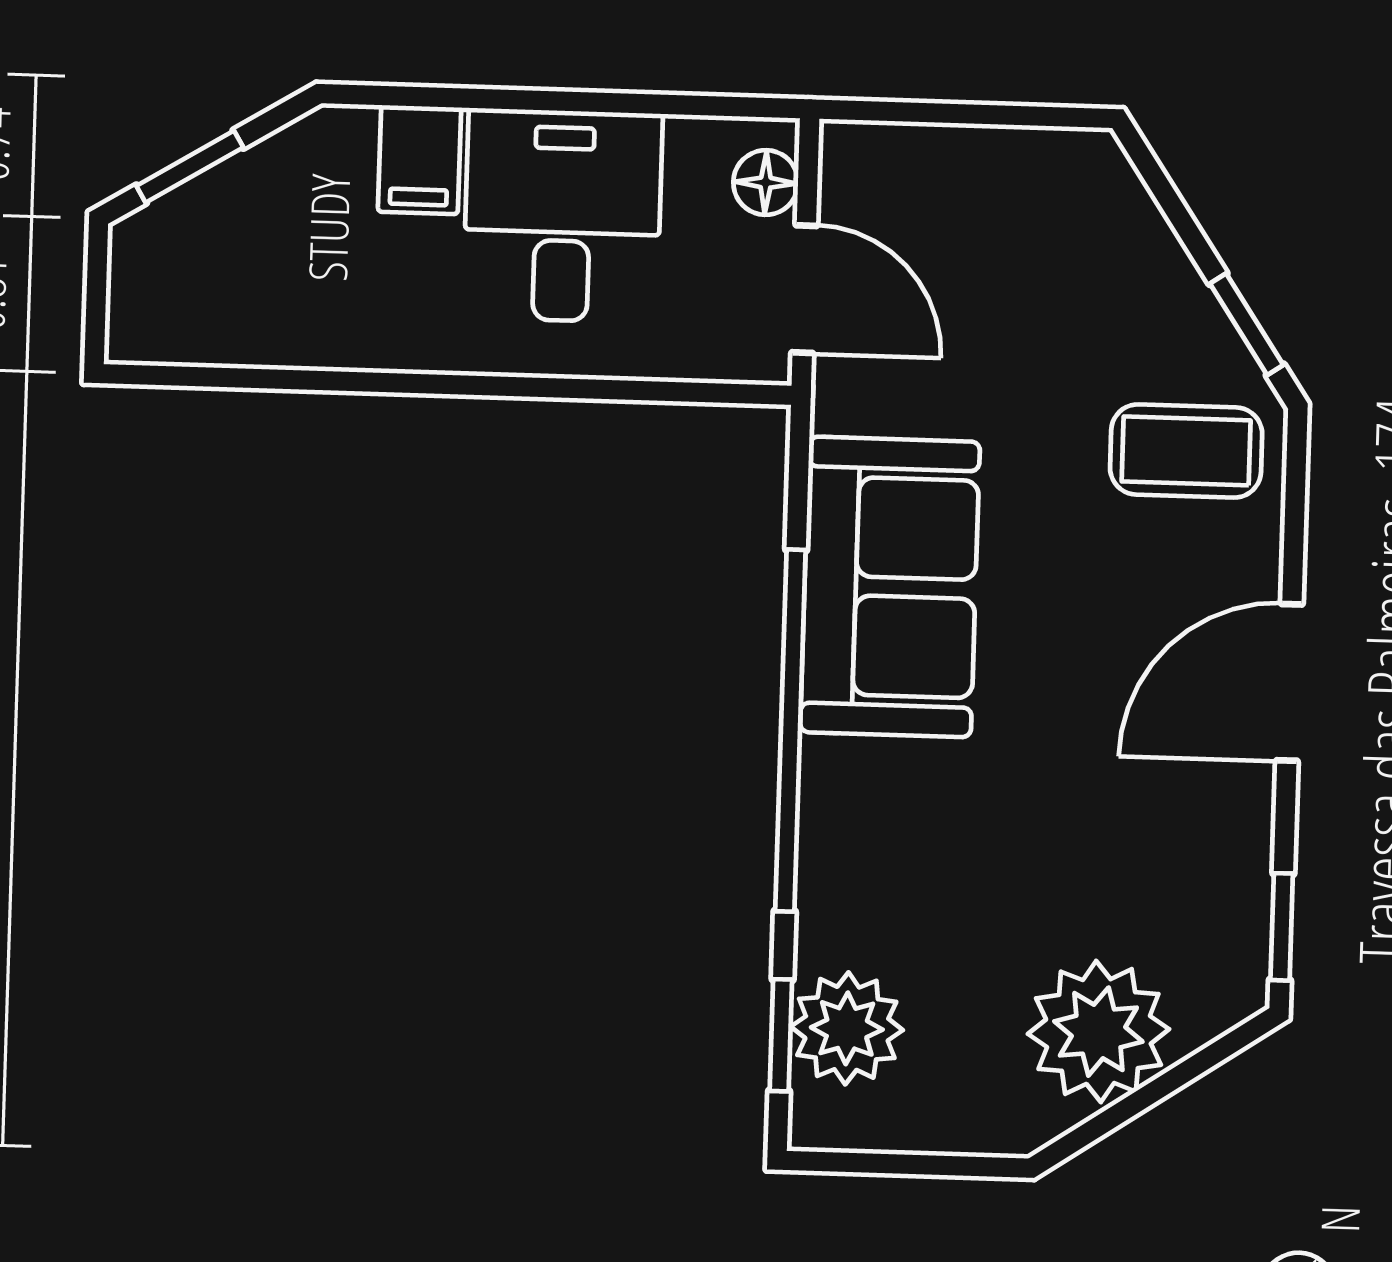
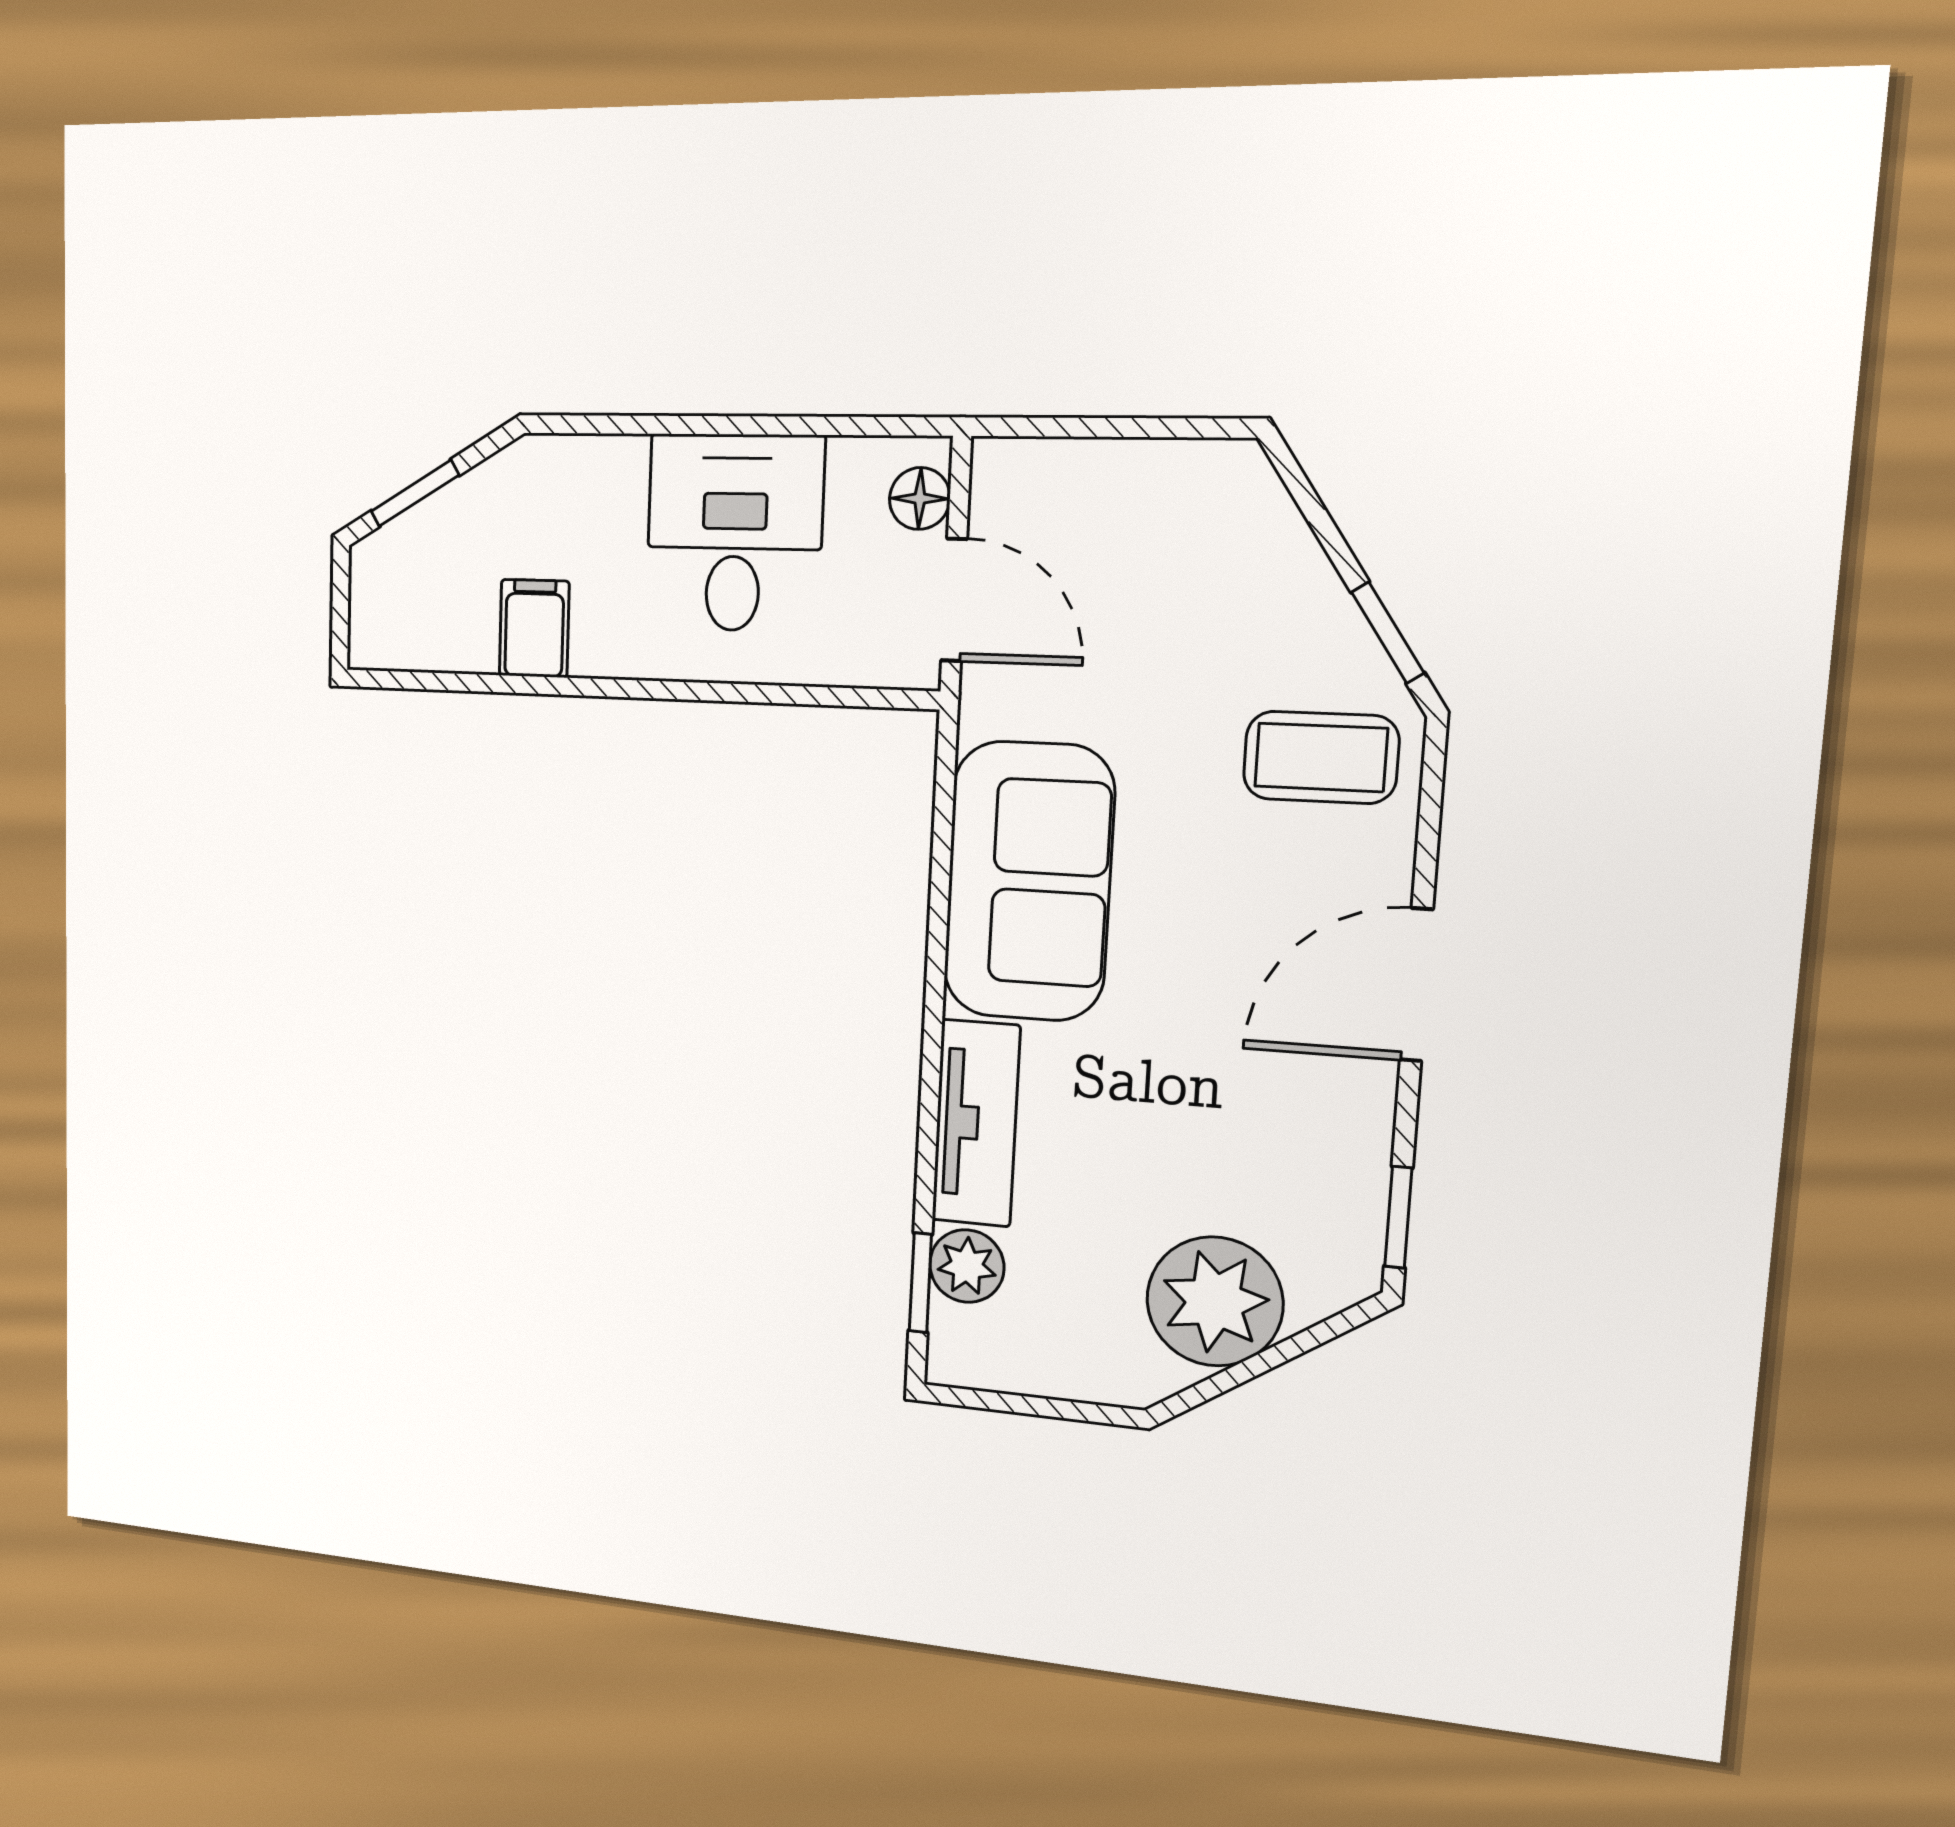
filing cabinet: (420, 160) -> (534, 628), moved, turned 180
window: (790, 731) -> (934, 1010), removed
tv unit: (839, 853) -> (976, 1123), added
plant: (847, 1028) -> (967, 1266), width x0.73, depth x0.73

